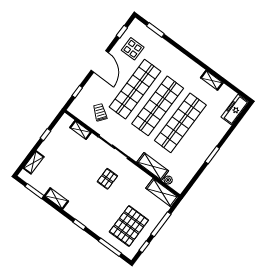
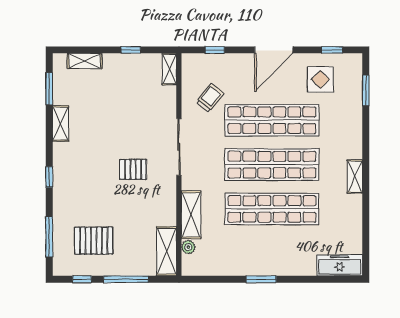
shelving: (212, 80) -> (355, 177), moved
shelving: (81, 130) -> (169, 69), moved
pallet: (129, 226) -> (94, 241), width x0.73, depth x0.71

